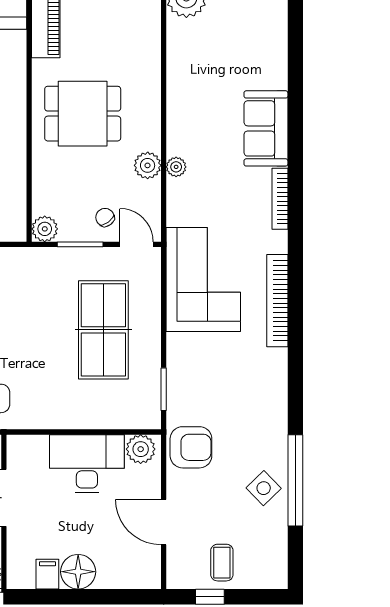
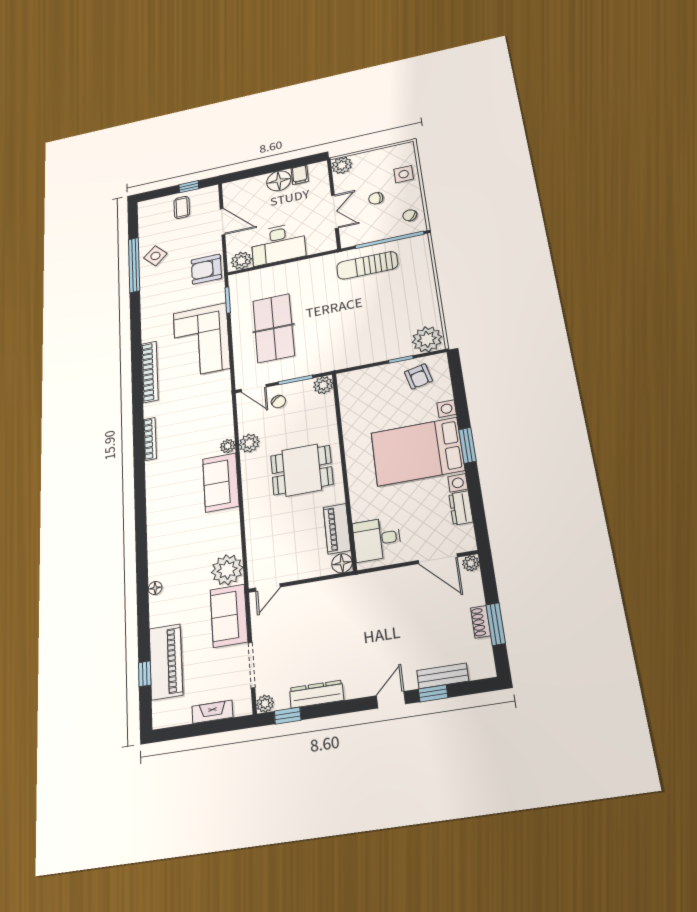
sofa: (266, 128) -> (221, 482), moved, turned 180
corner sofa: (203, 280) -> (201, 340), moved

